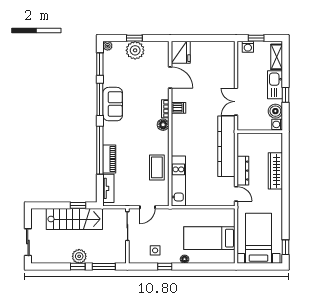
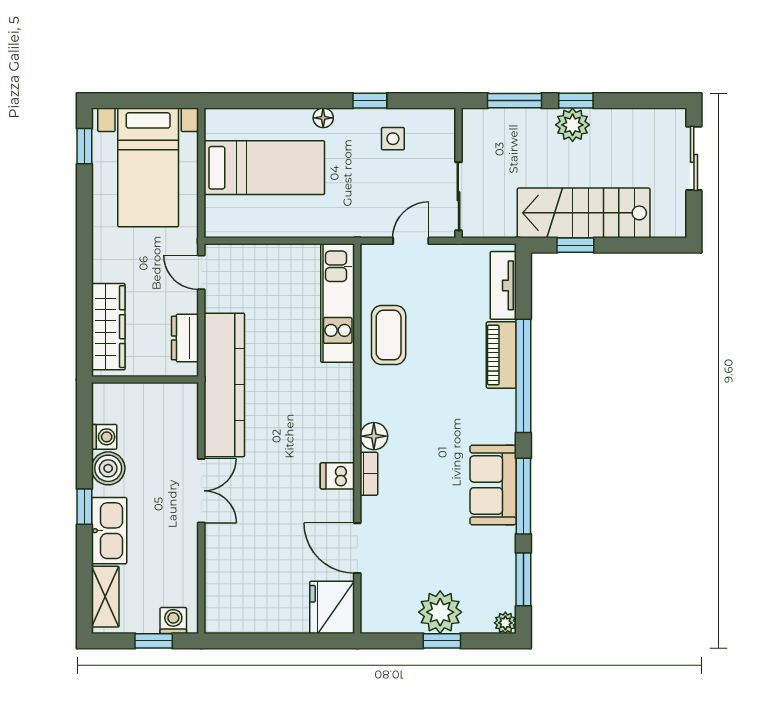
wall: (260, 132) -> (145, 379), moved
dresser: (243, 171) -> (185, 338), width x0.70

